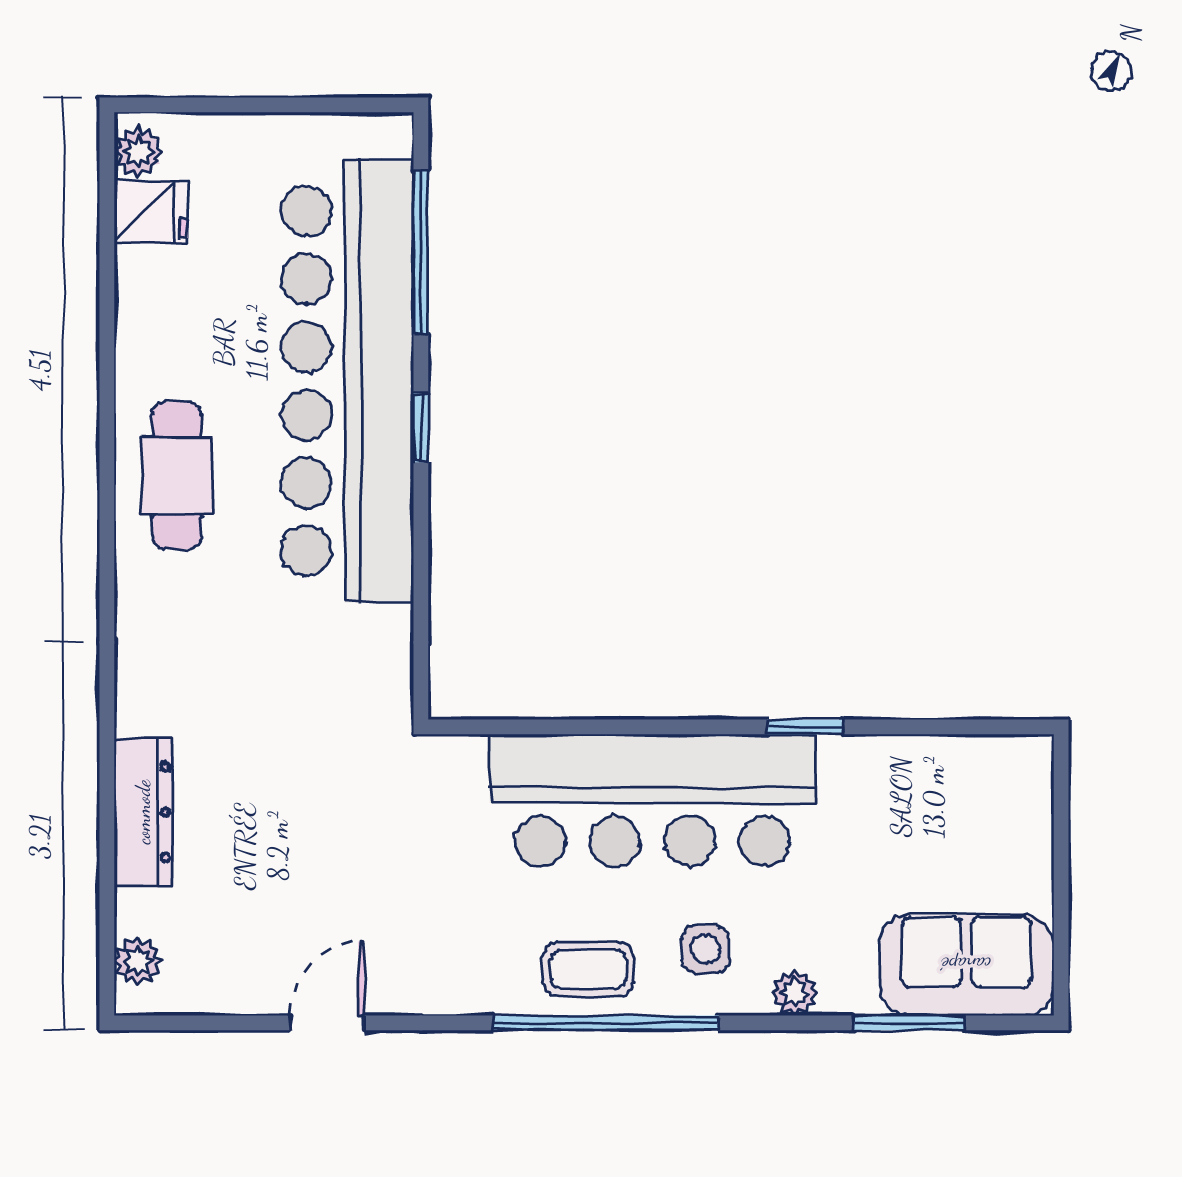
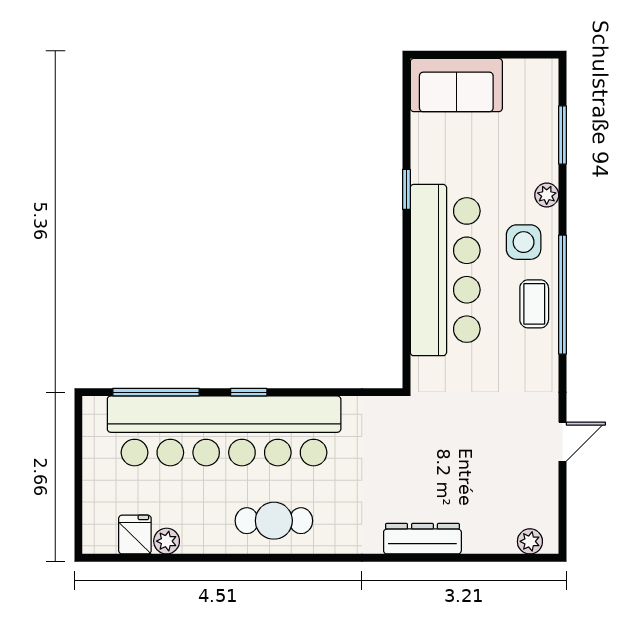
plant: (138, 152) -> (167, 541), moved
dresser: (143, 812) -> (422, 539), moved
side table: (705, 949) -> (524, 242), width x1.37, depth x1.37
sofa: (966, 965) -> (456, 85), moved, turned -90
door: (327, 1023) -> (562, 442), swing flipped

